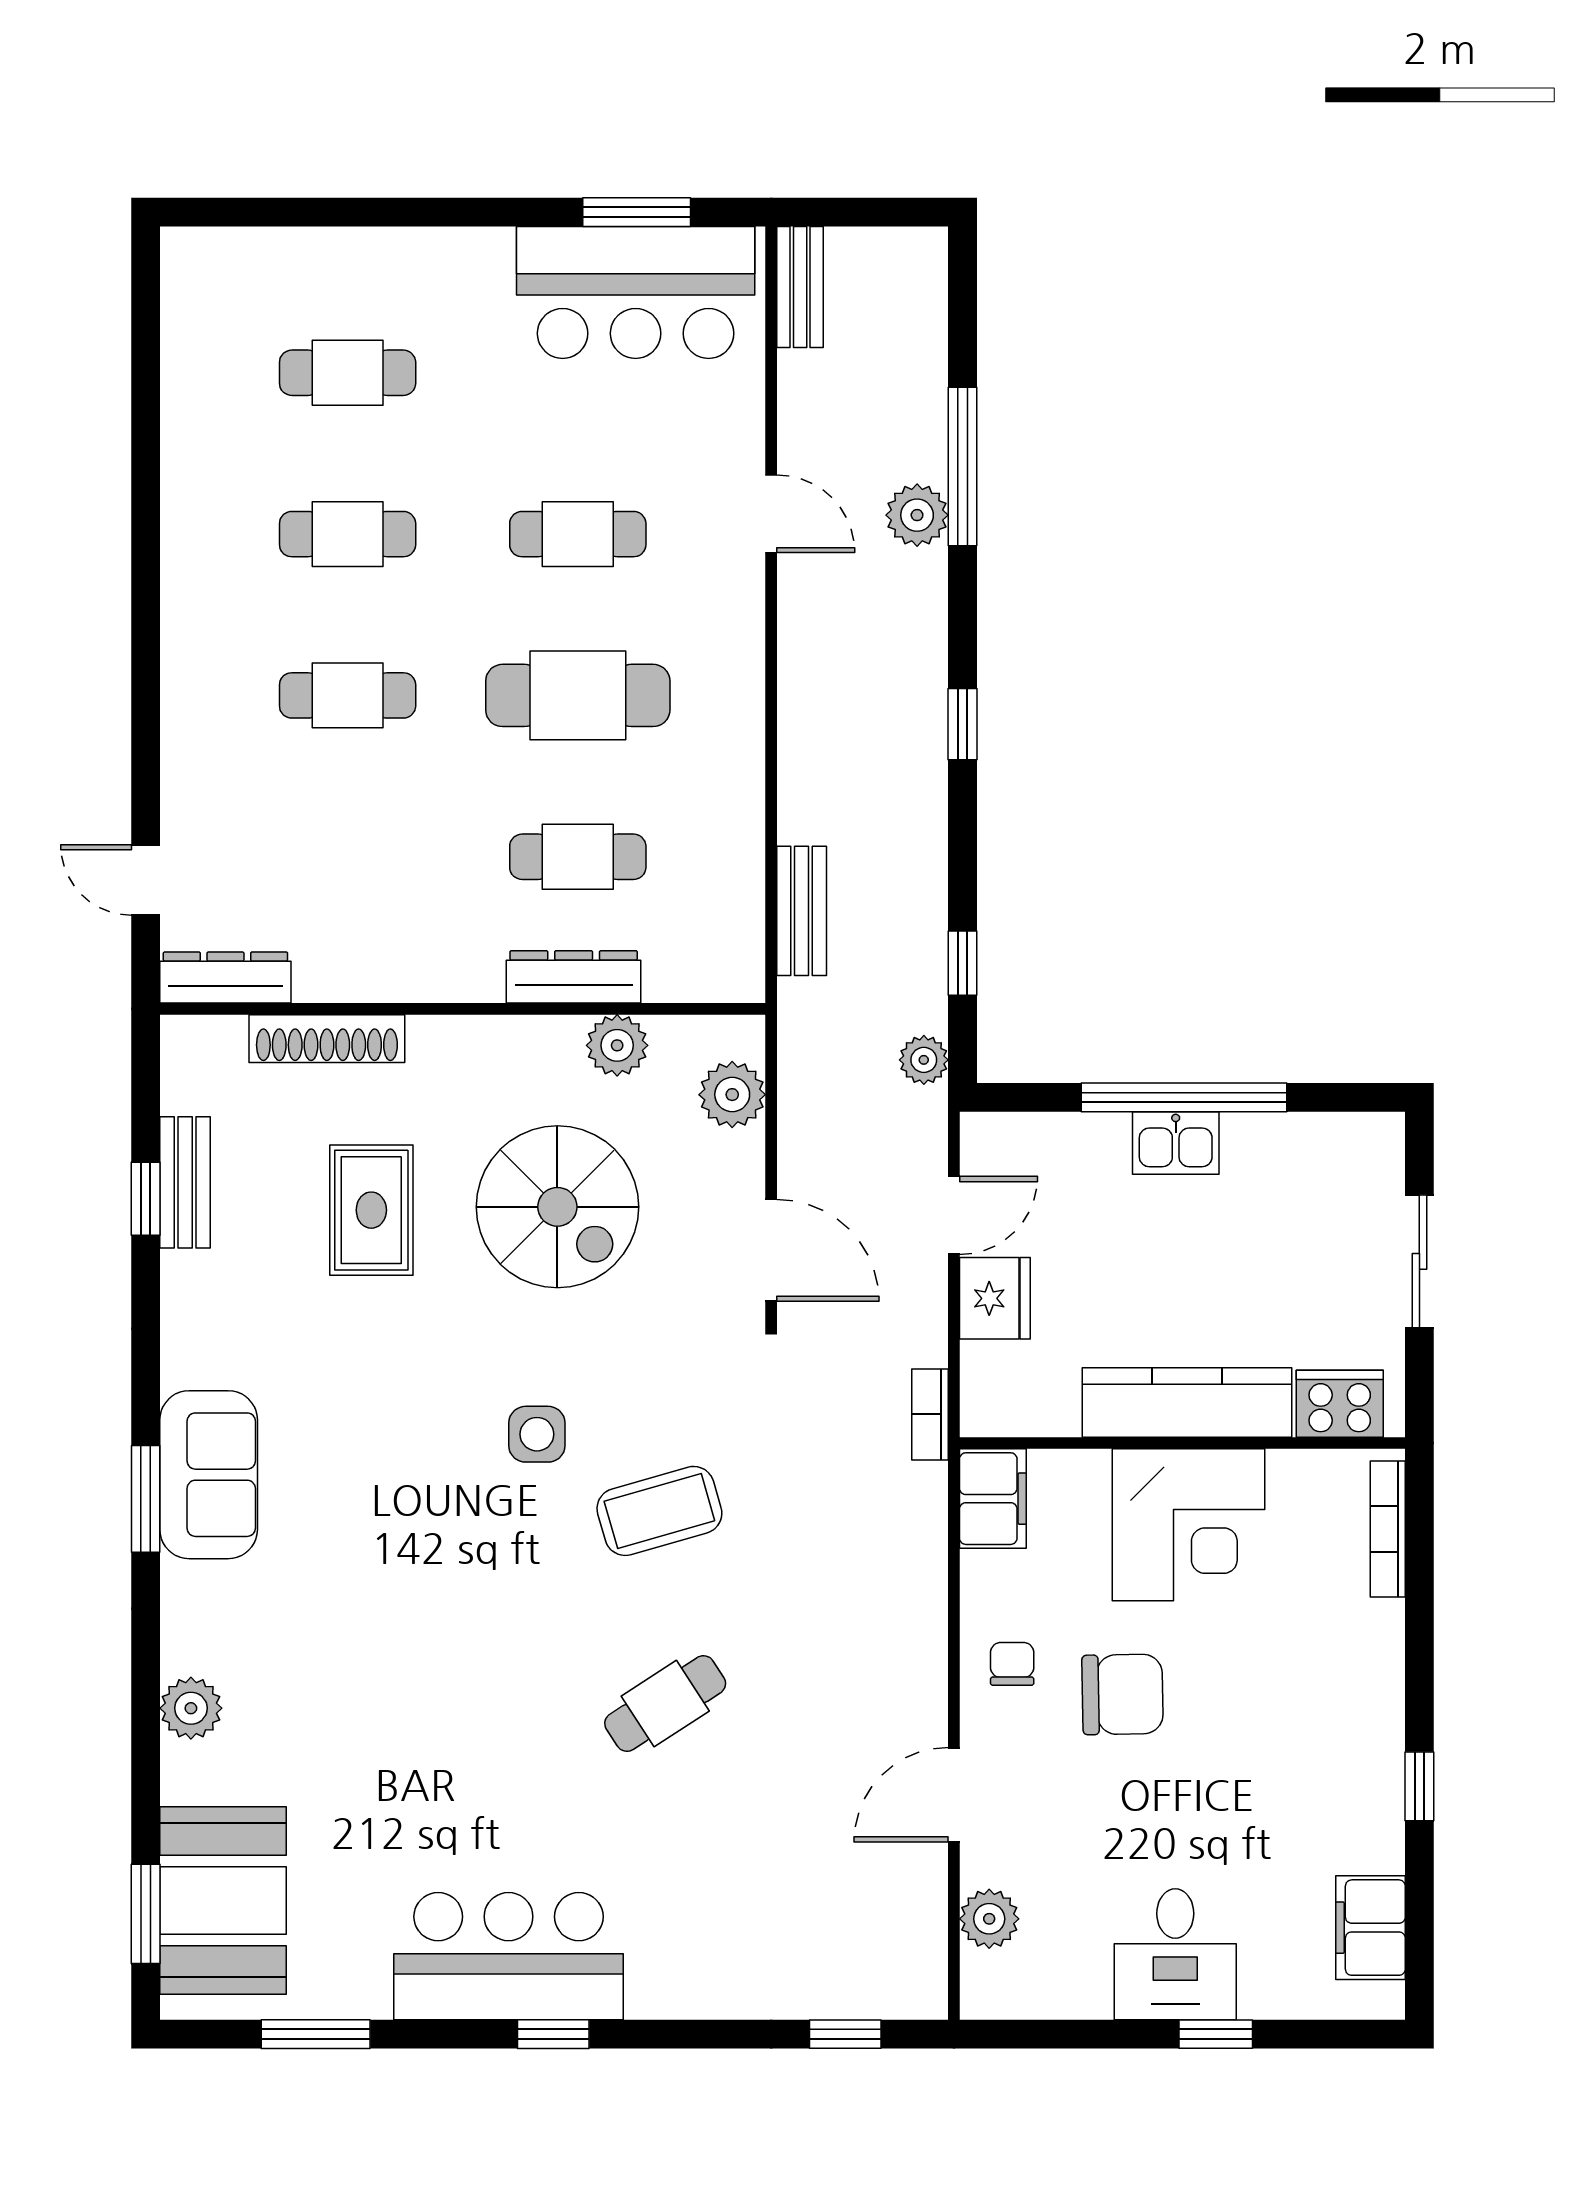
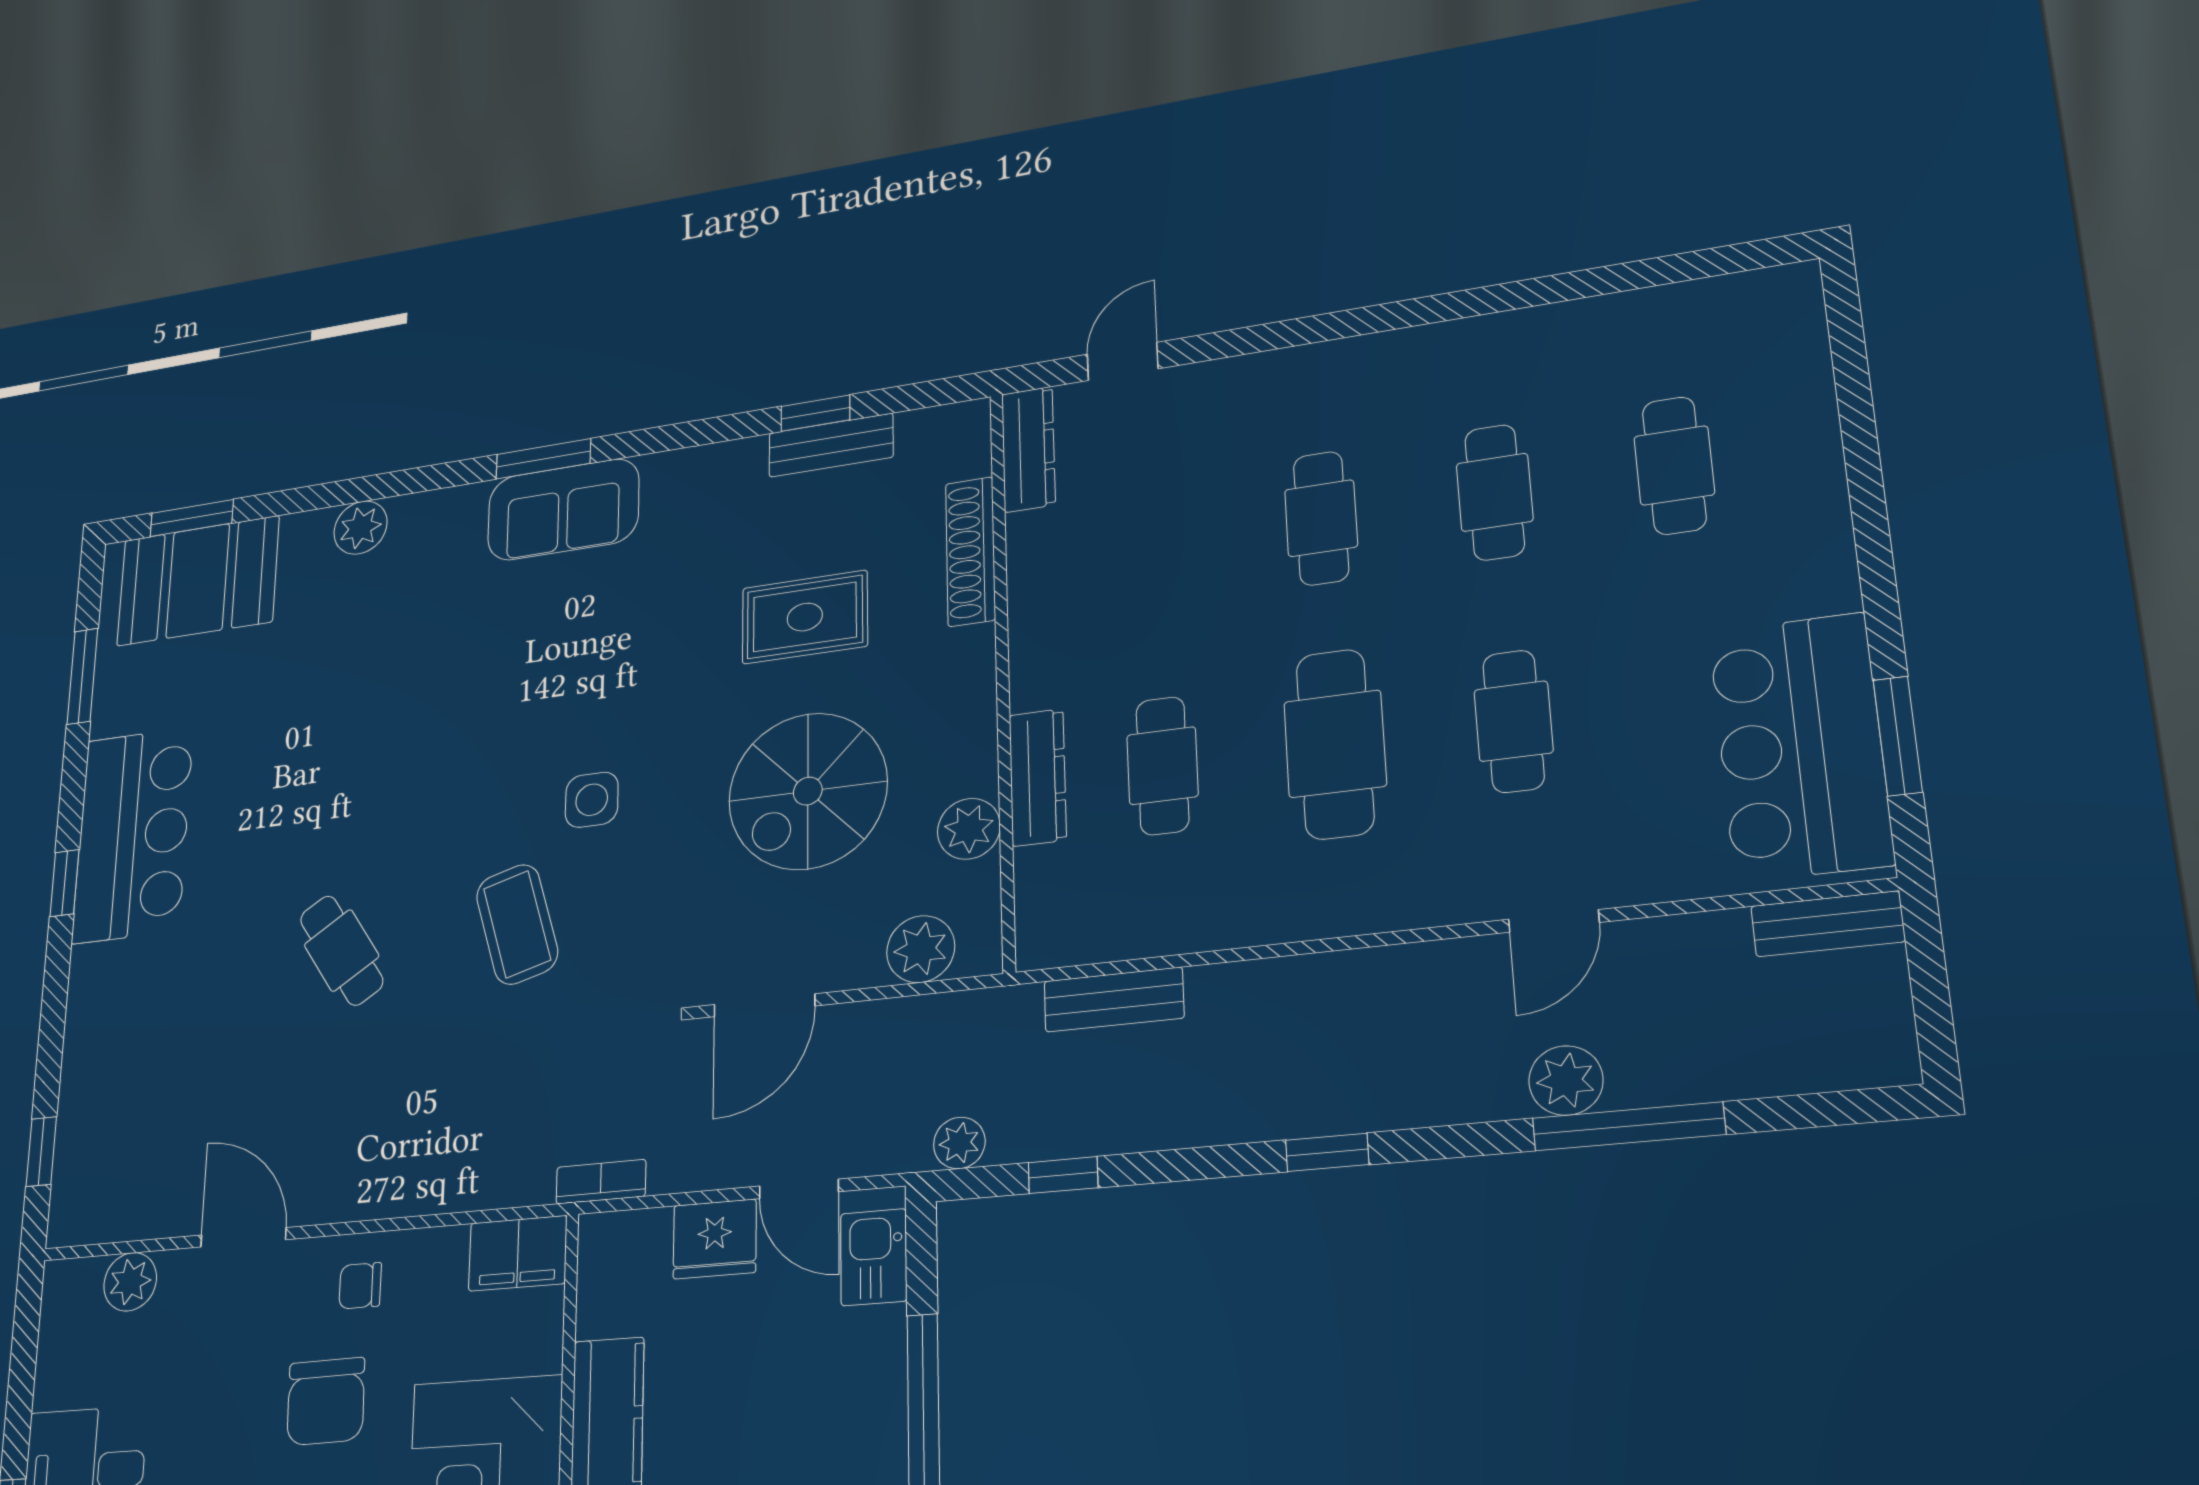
kitchen sink: (1176, 1143) -> (874, 1257), moved
chair: (1012, 1664) -> (360, 1286), turned 180

